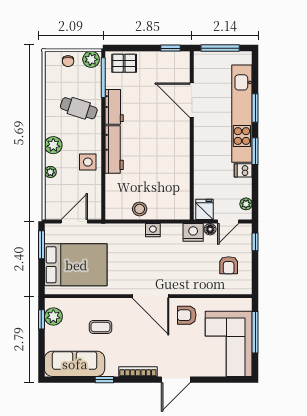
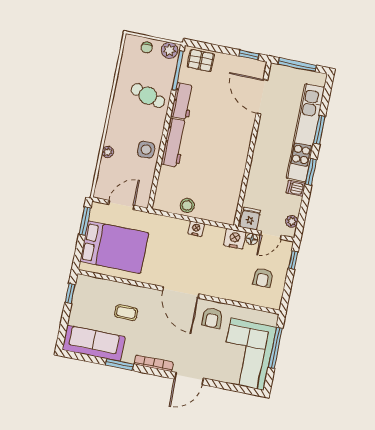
door: (192, 100) -> (262, 97), moved
plant: (53, 145) -> (116, 126), removed
armchair: (187, 315) -> (212, 318), turned -90
plant: (53, 316) -> (82, 293), removed
window: (104, 380) -> (119, 365), width x1.50

